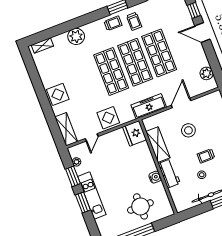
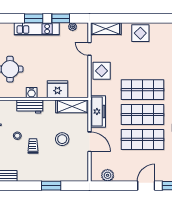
fridge: (135, 133) -> (57, 89), moved
shelving: (158, 145) -> (72, 106), moved

